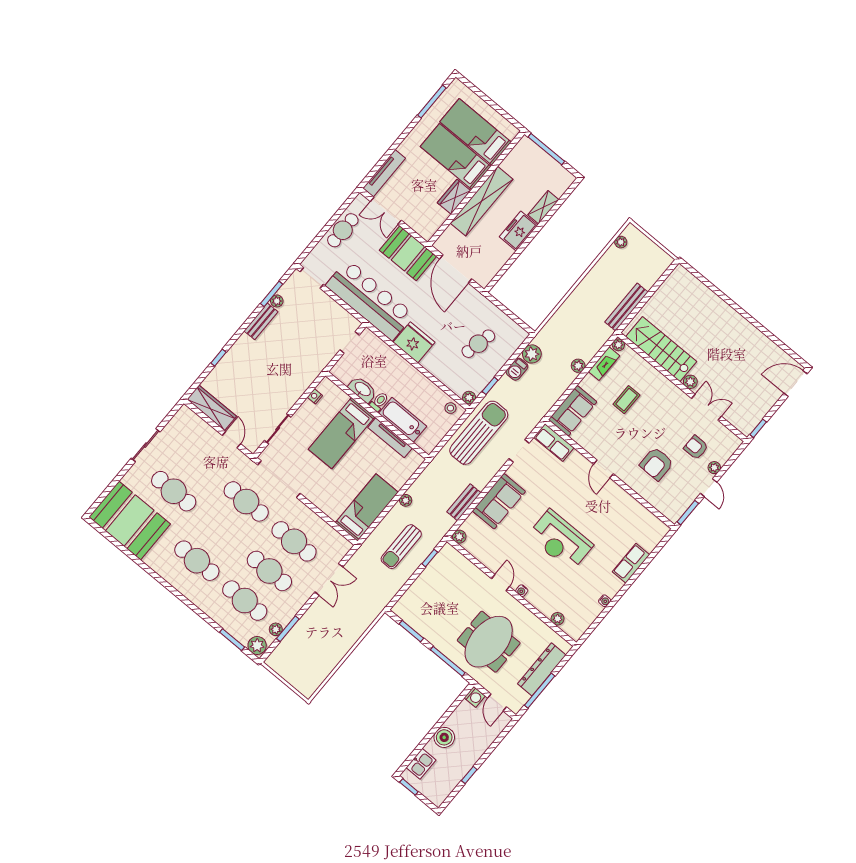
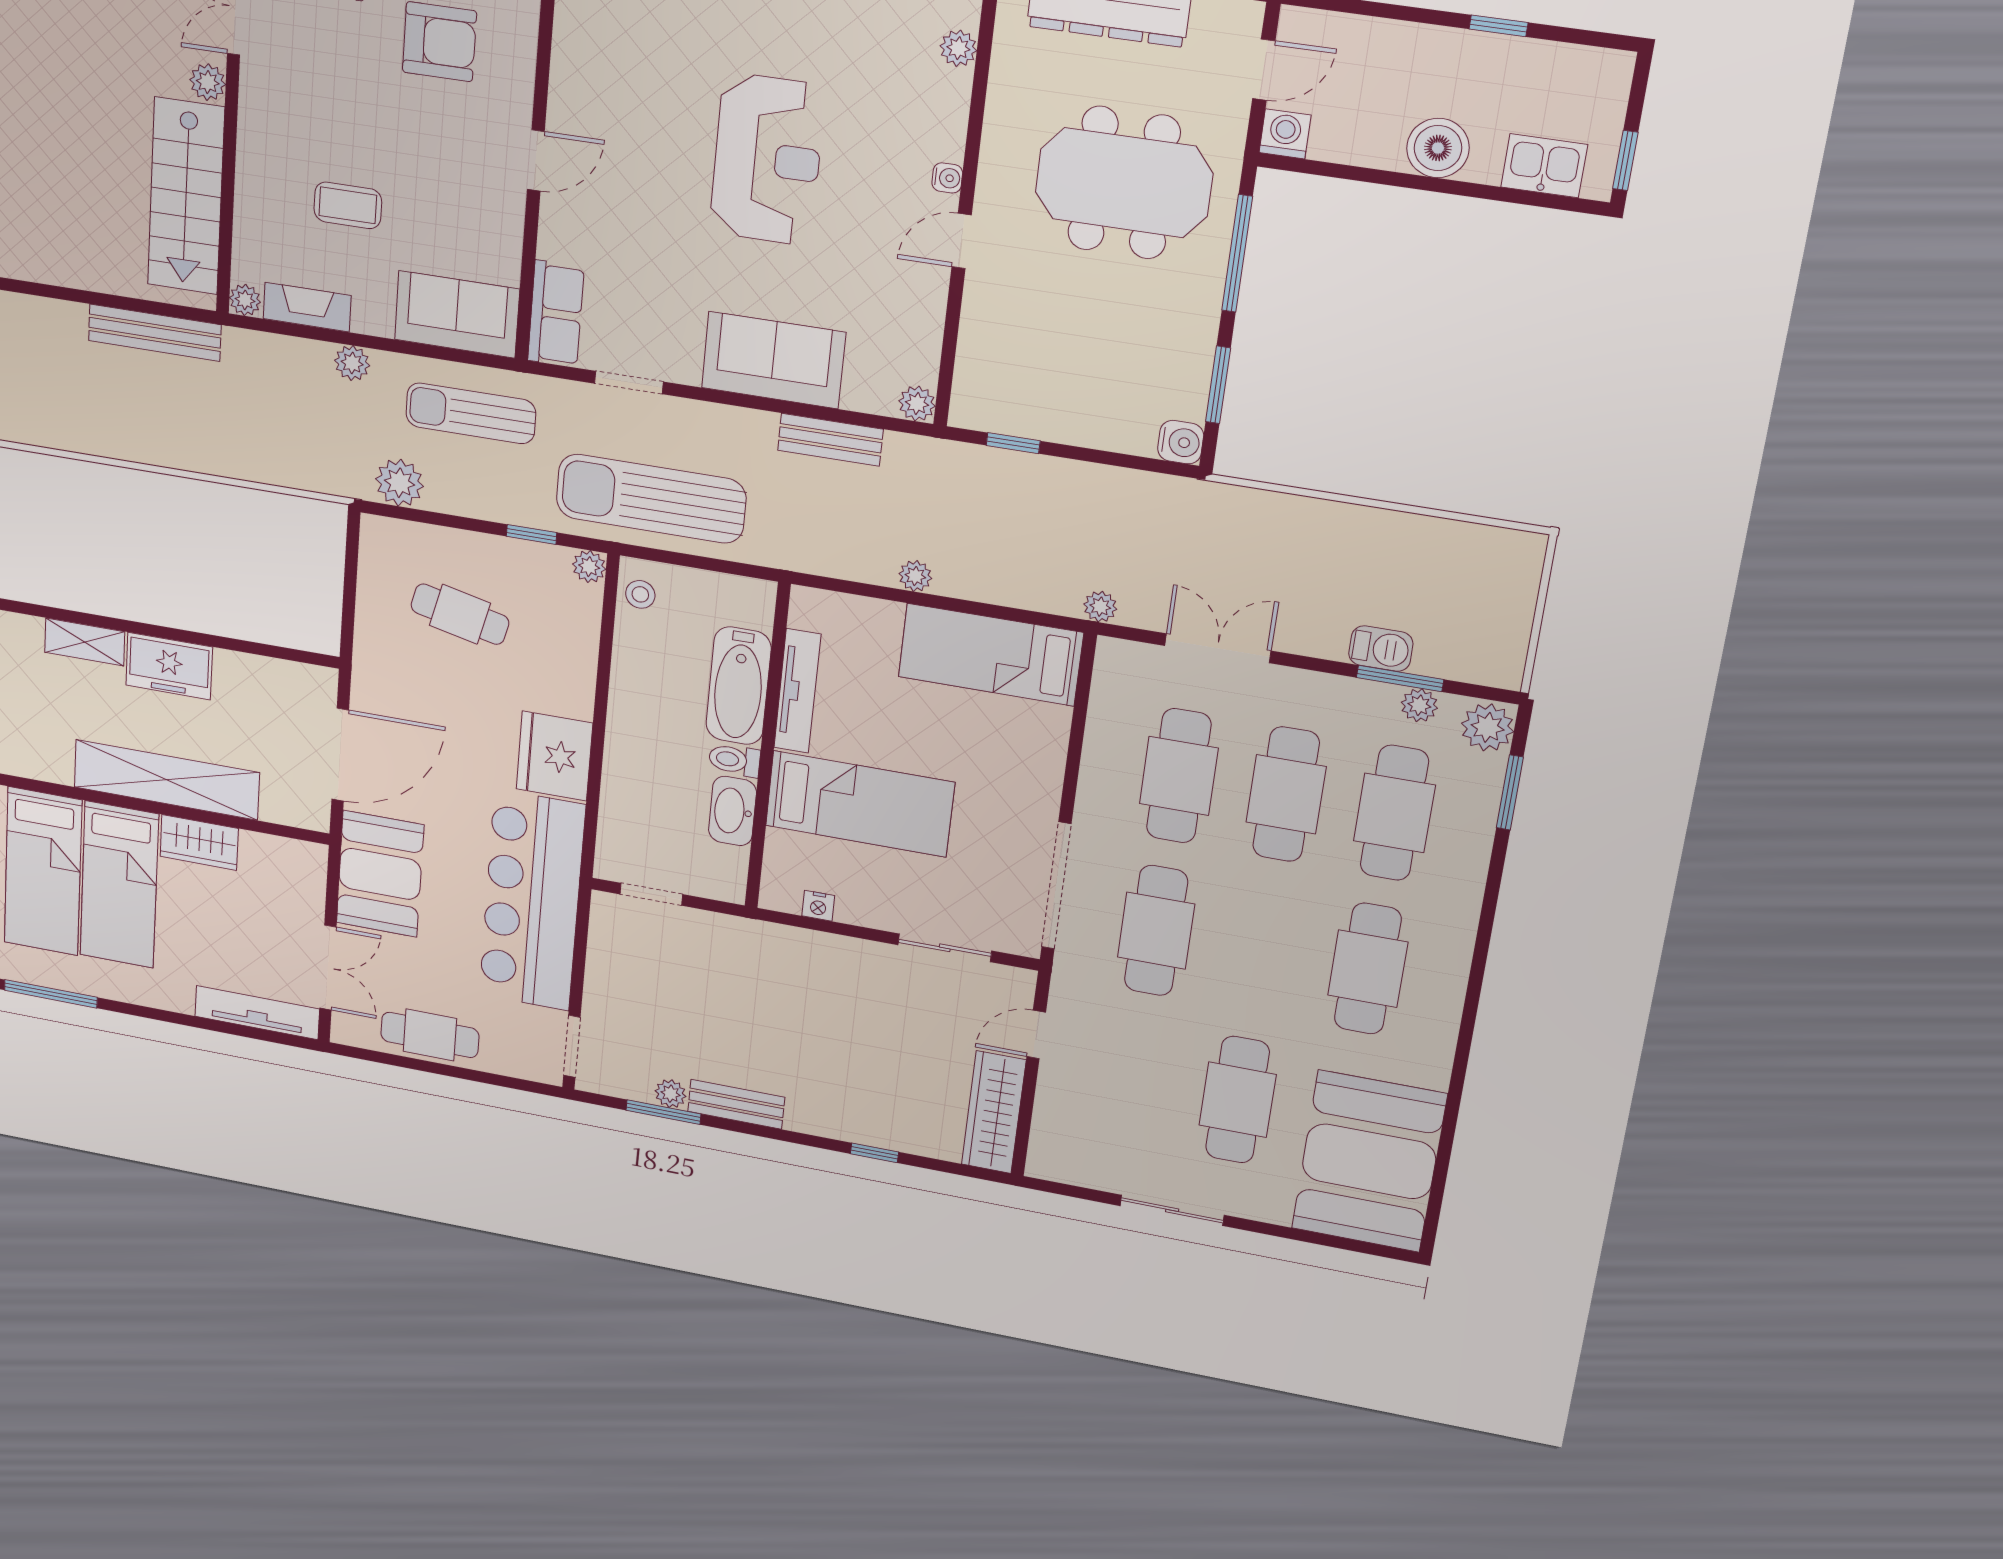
plant: (621, 242) -> (1100, 607), moved
barbecue: (517, 369) -> (1381, 649), moved
sun lounger: (401, 547) -> (471, 413), moved, turned 180
water cooler: (400, 609) -> (1181, 442), added

